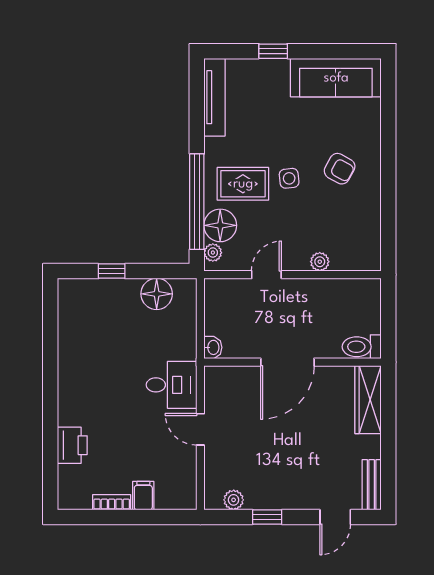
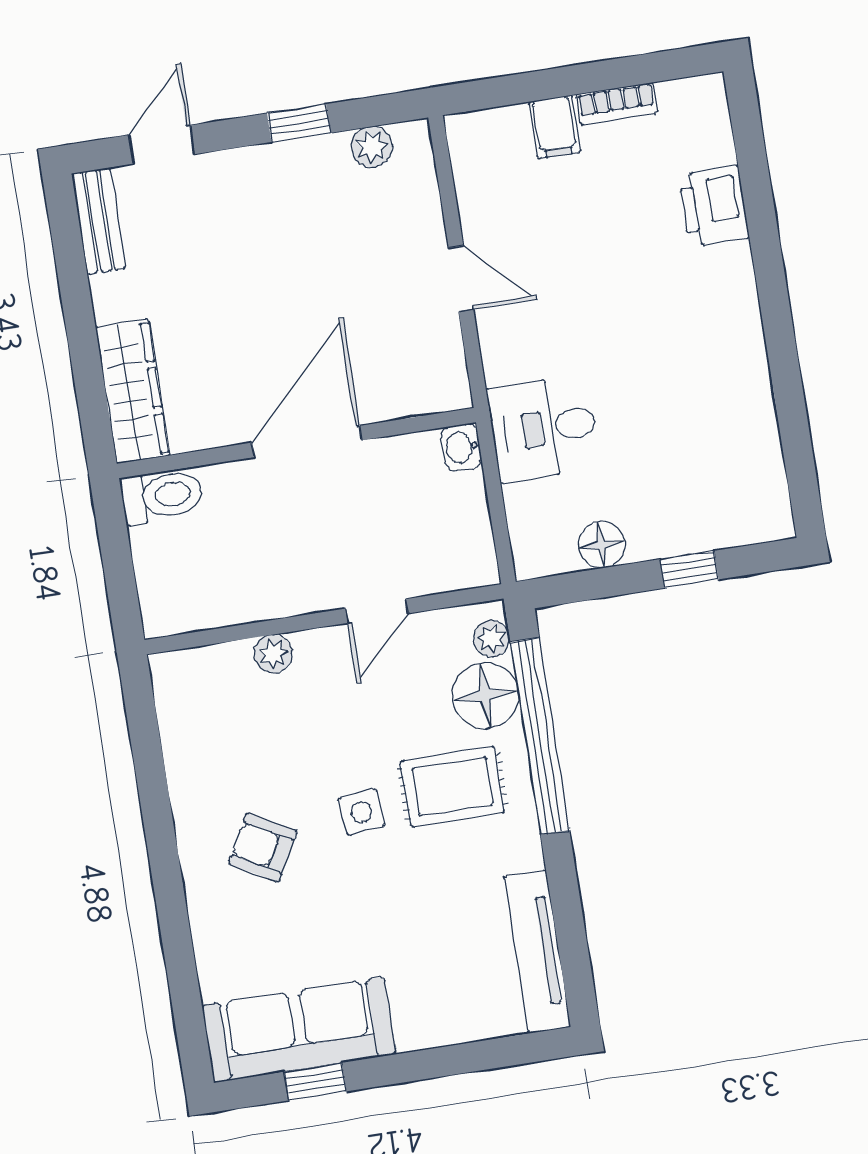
window: (273, 51) -> (315, 1082), moved
floor lamp: (157, 294) -> (602, 545), width x0.73, depth x0.73
desk: (172, 385) -> (544, 428), moved

